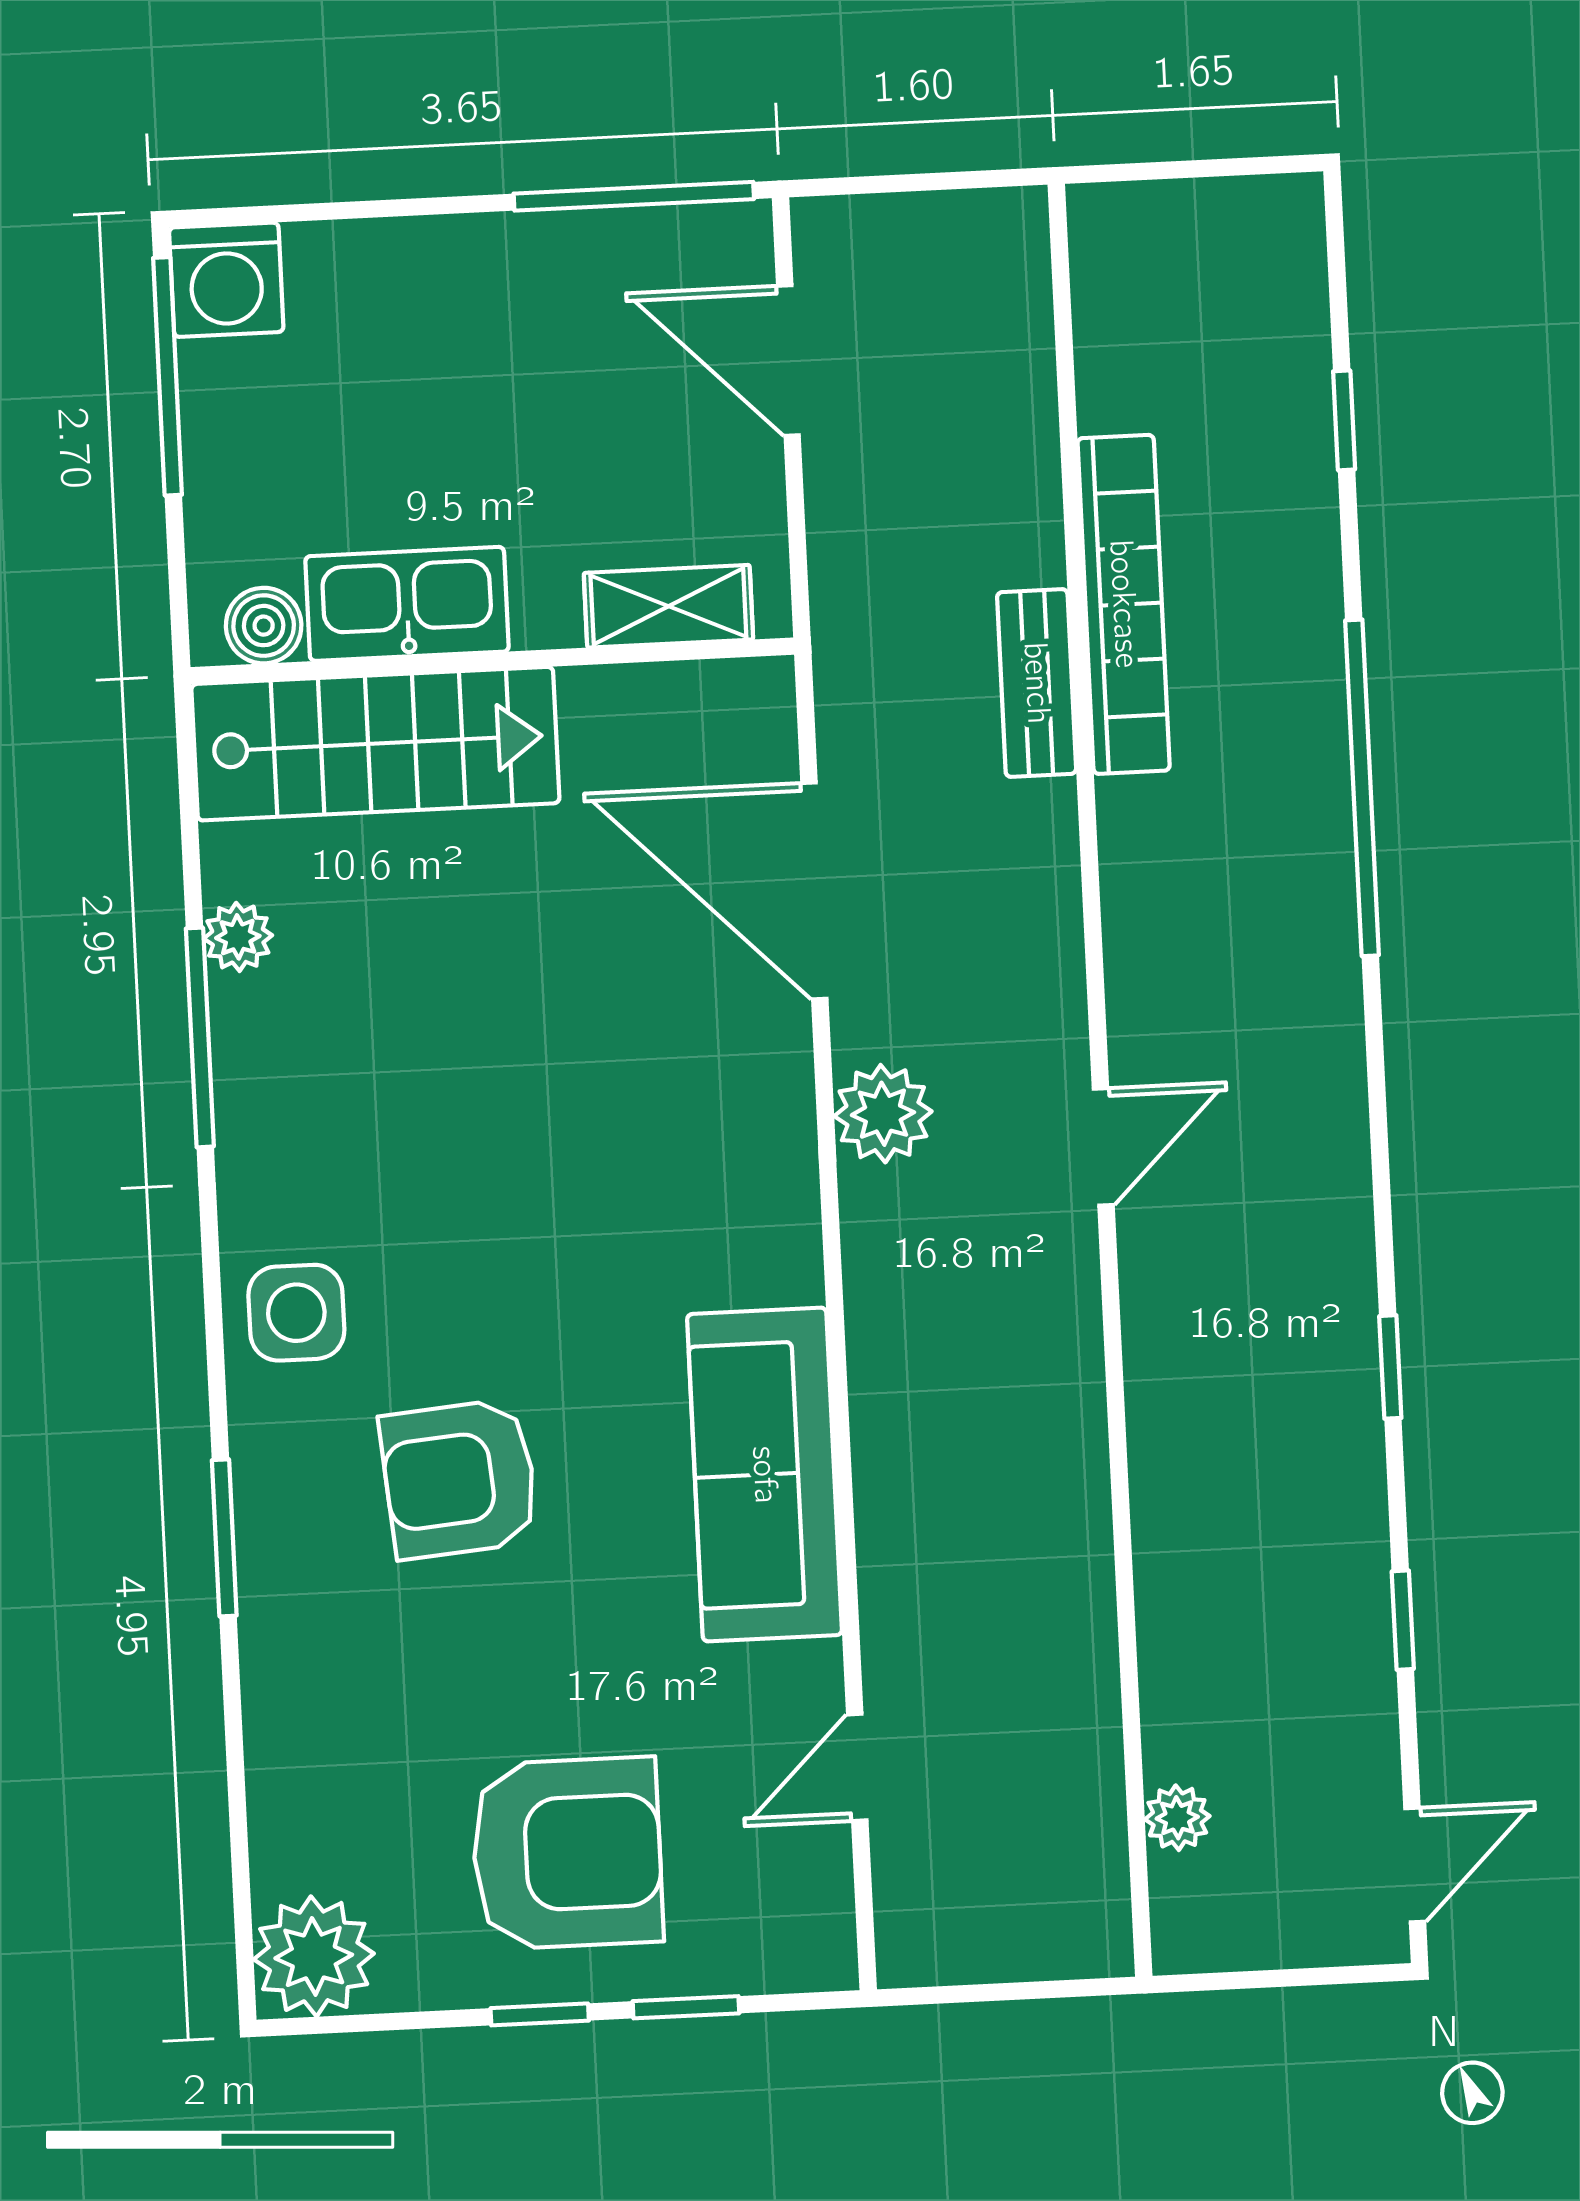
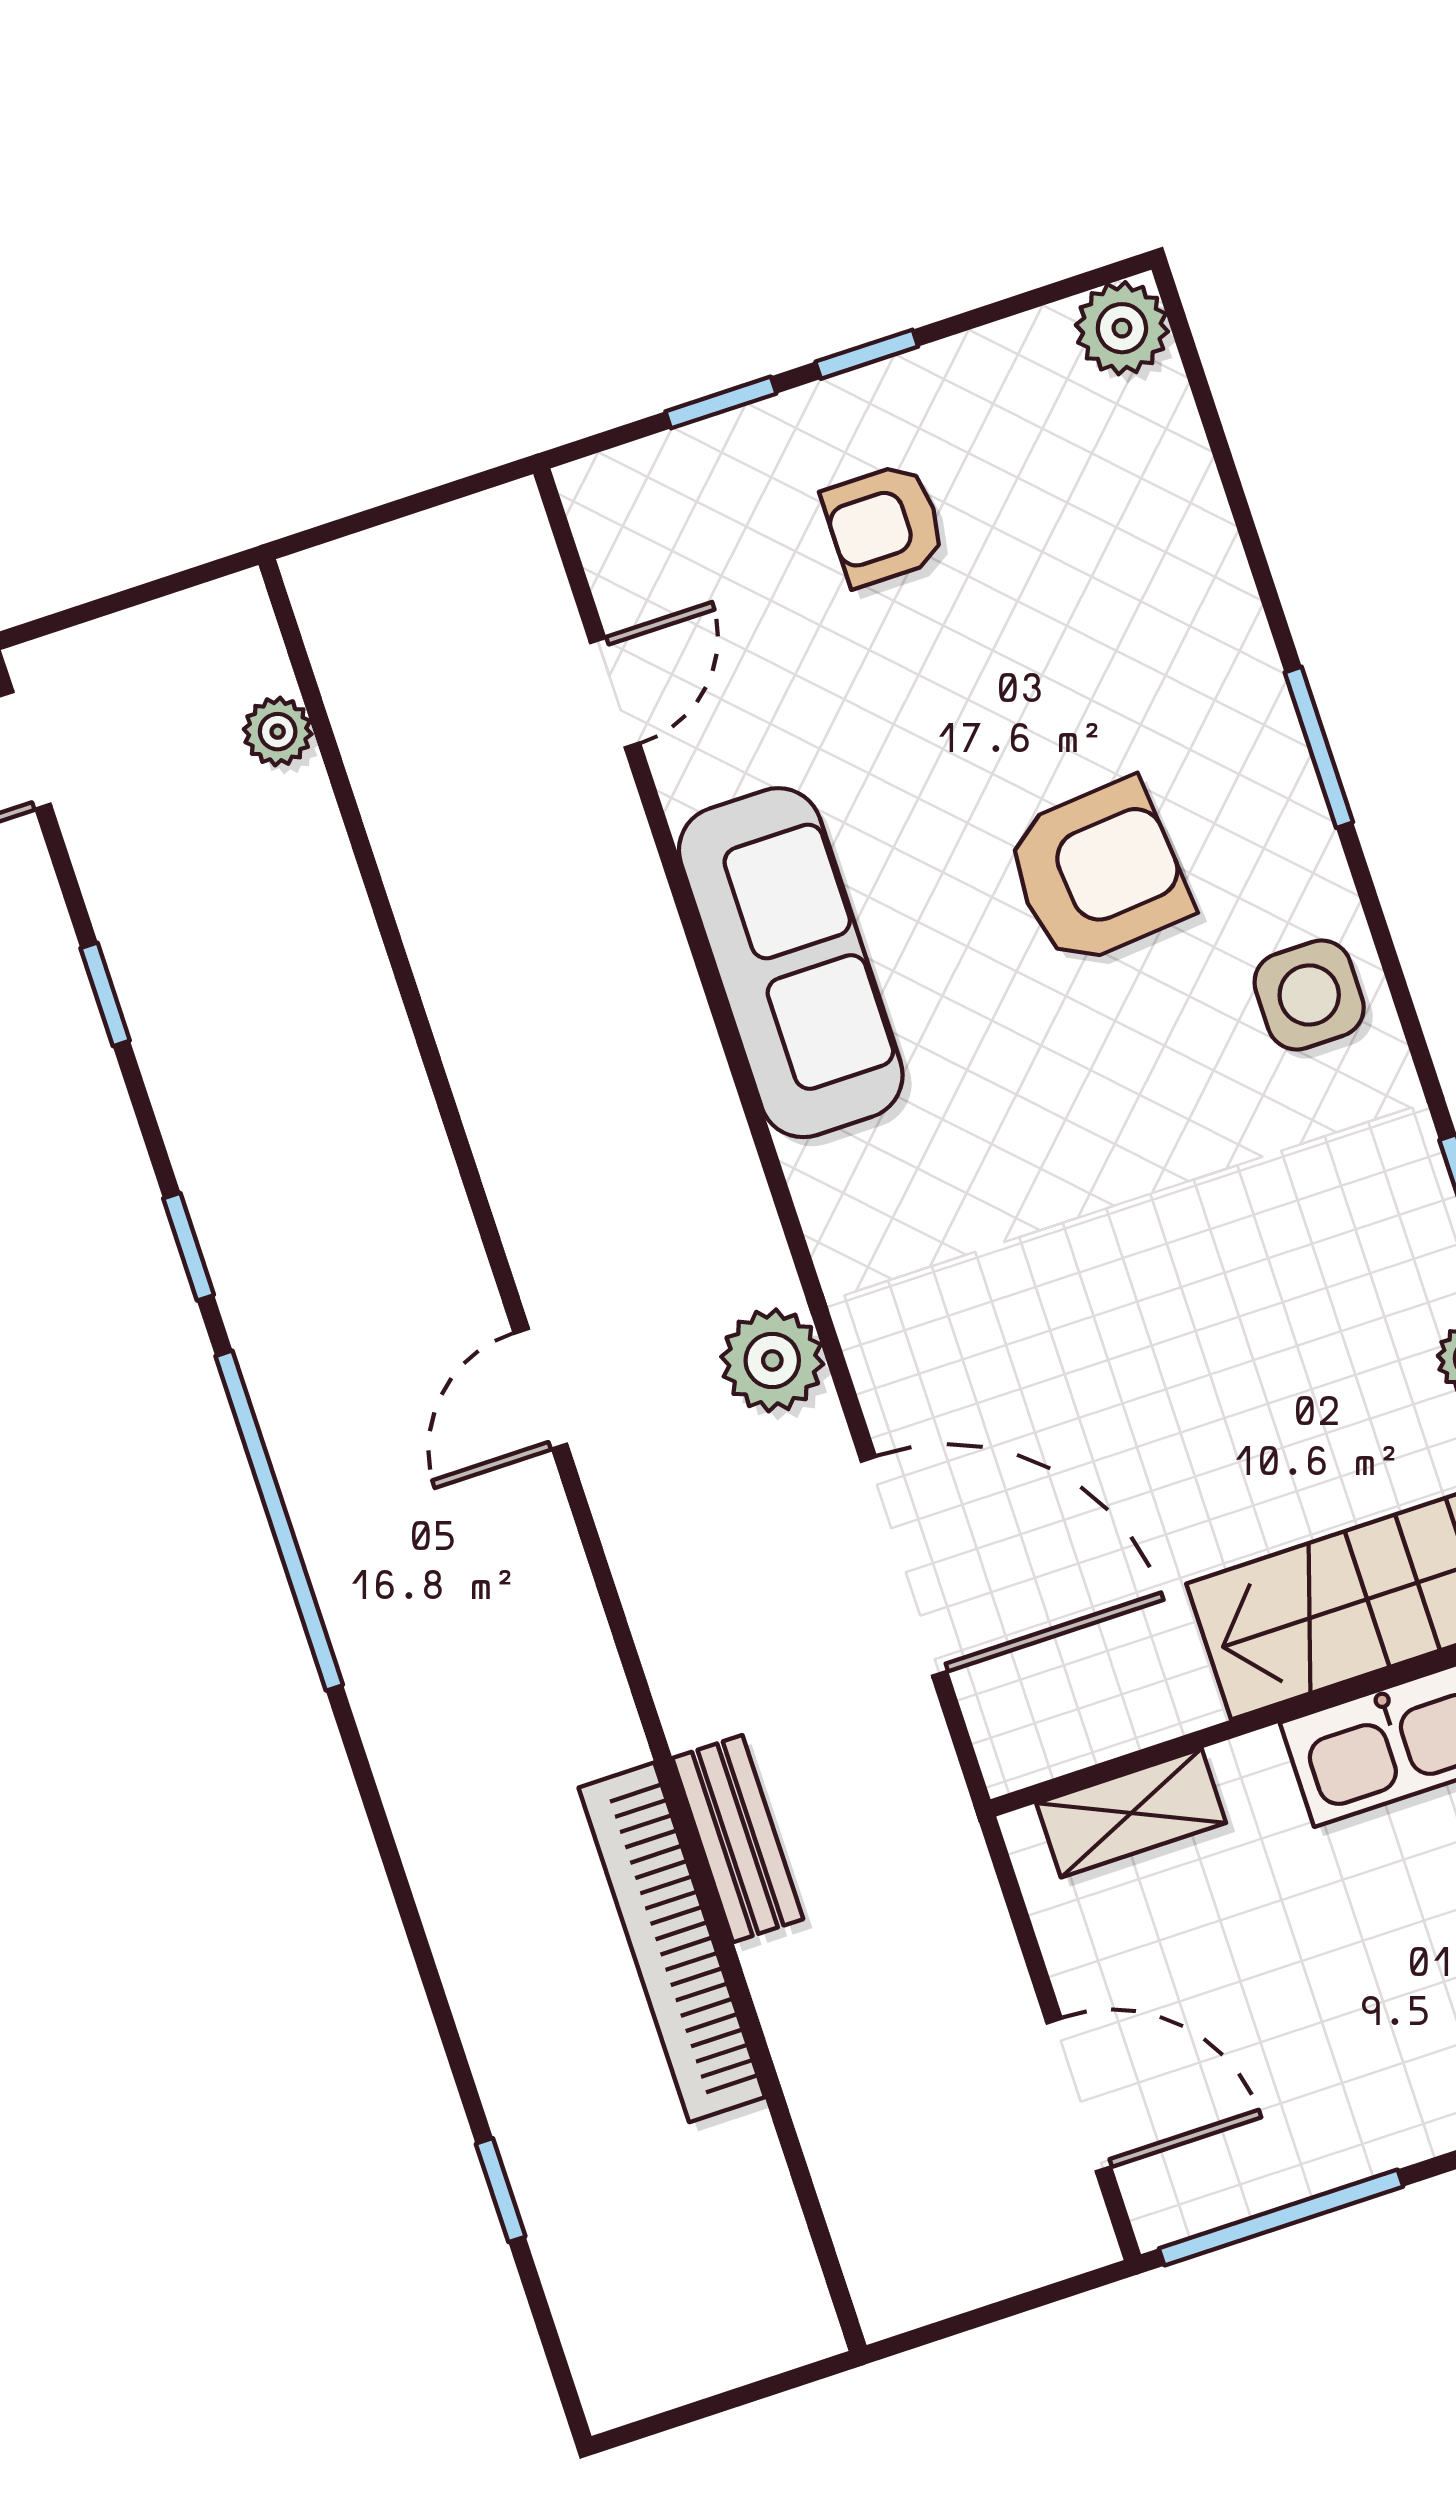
window: (1362, 788) -> (279, 1521), moved
armchair: (567, 1853) -> (884, 525), width x0.53, depth x0.53
plant: (314, 1956) -> (1122, 328), width x0.73, depth x0.73

